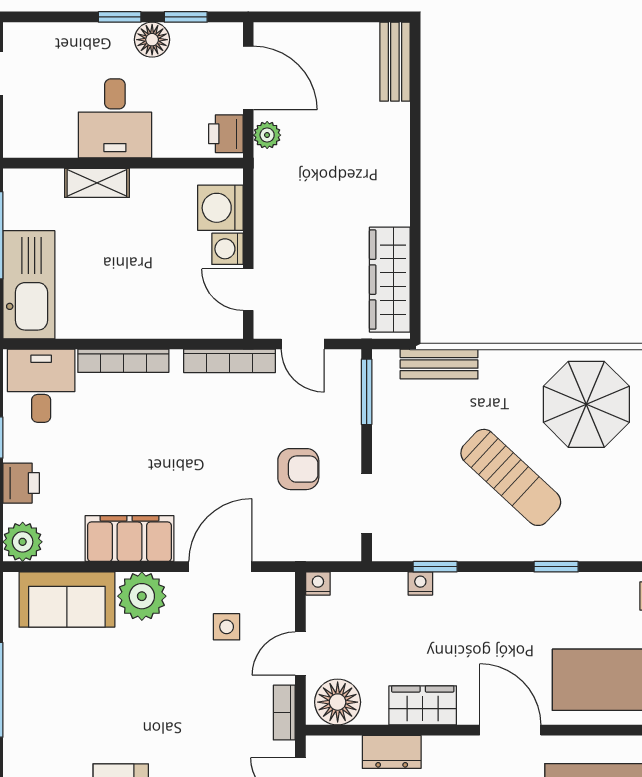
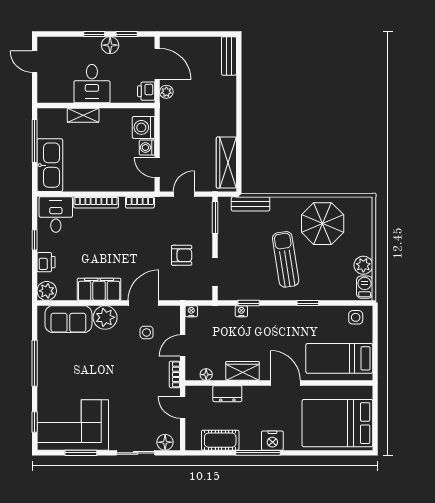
door: (303, 344) -> (184, 194), swing flipped
bookcase: (229, 361) -> (140, 202), width x0.64
sun lounger: (511, 477) -> (286, 259), turned -142
floor lamp: (338, 702) -> (206, 375), width x0.53, depth x0.53

